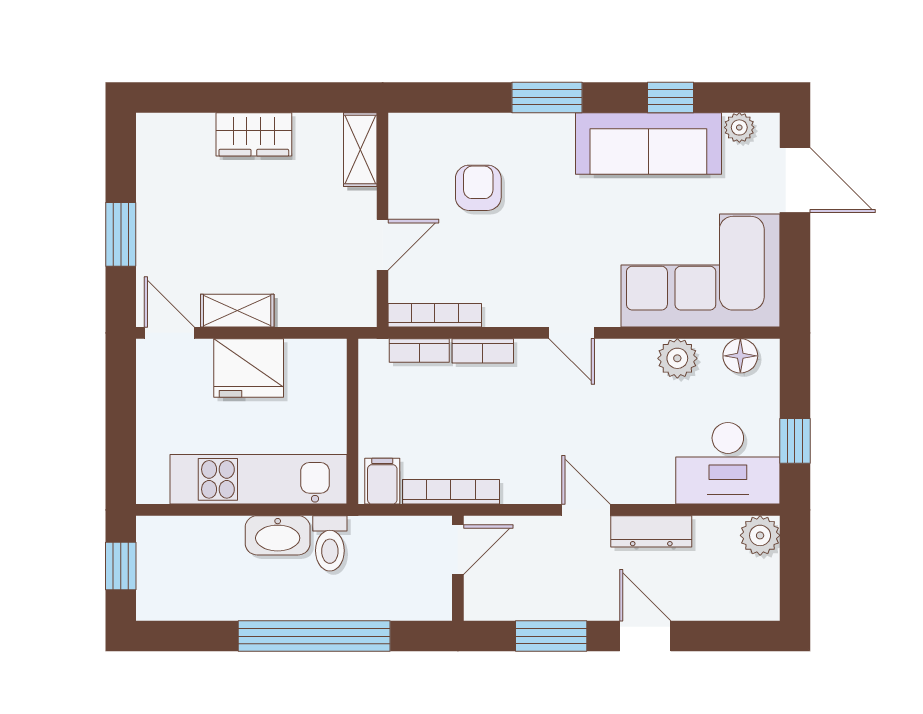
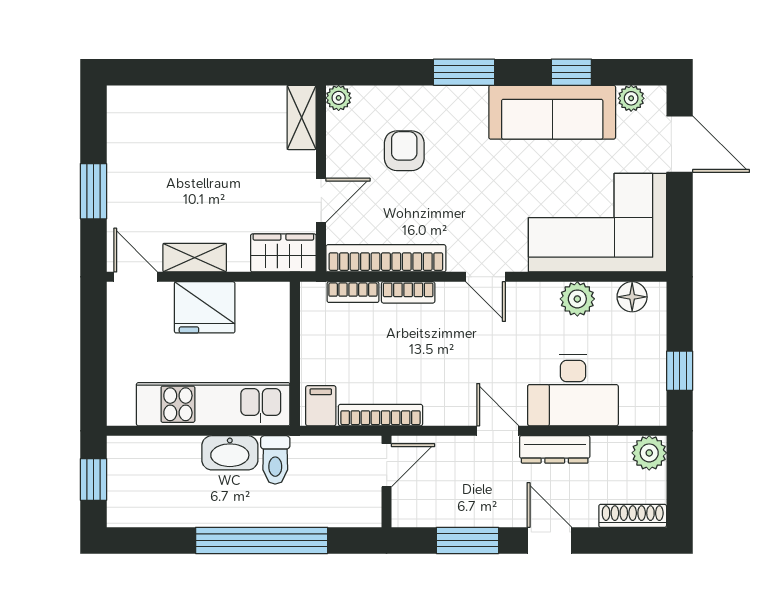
plant: (403, 127) -> (339, 98), added
wardrobe: (254, 134) -> (283, 253), moved, turned 180
bookcase: (435, 315) -> (386, 258), width x1.48, depth x1.31
desk: (728, 463) -> (573, 390), moved
shoe rack: (741, 608) -> (633, 516), added

